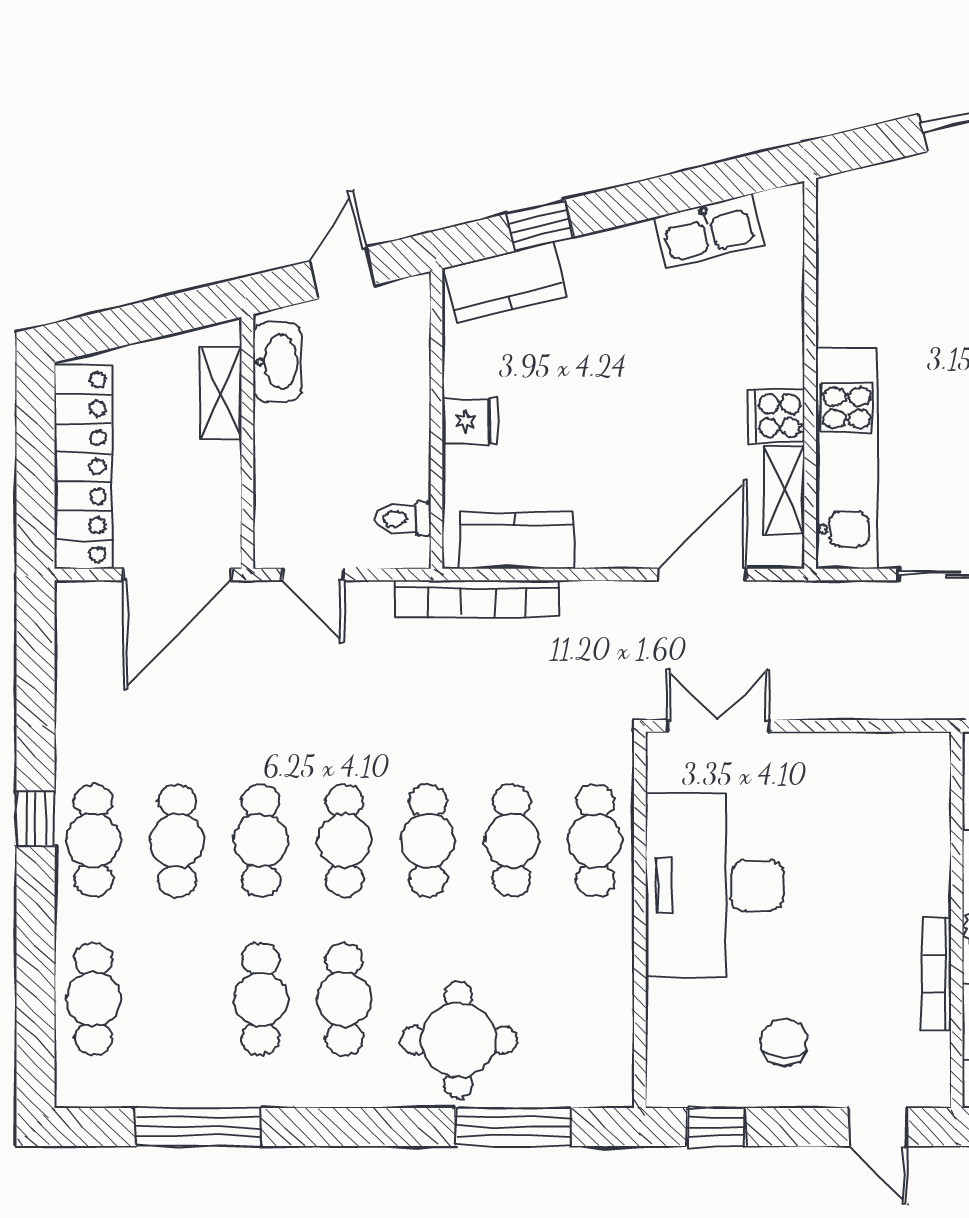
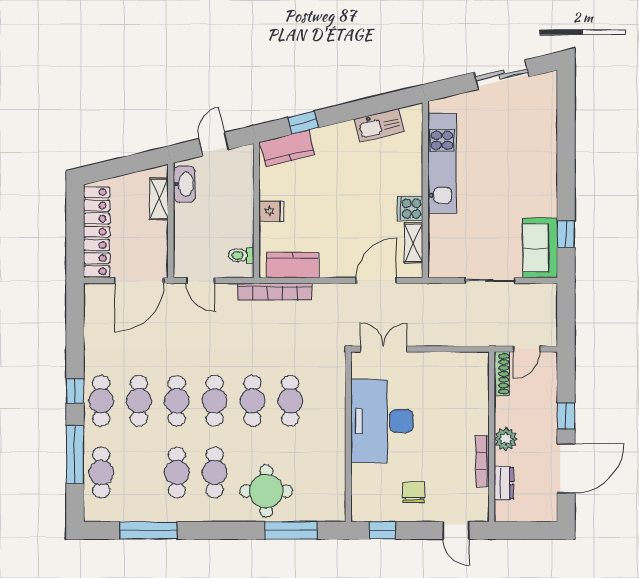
kitchen unit: (847, 459) -> (442, 163), moved
cafe table: (595, 841) -> (328, 401), removed
window: (35, 959) -> (75, 454), added

